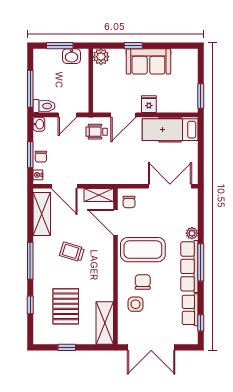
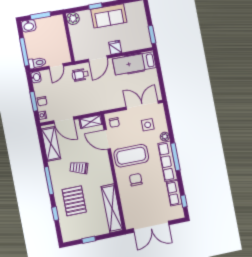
washbasin: (72, 56) -> (29, 26), moved
side table: (136, 304) -> (148, 125), moved
pallet: (66, 306) -> (74, 201), moved
shelving: (105, 323) -> (112, 208), width x1.47

